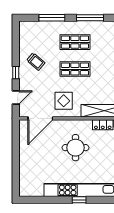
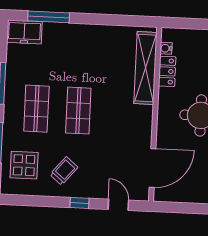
display table: (64, 101) -> (24, 165), moved
door: (40, 118) -> (153, 168), hinge flipped

